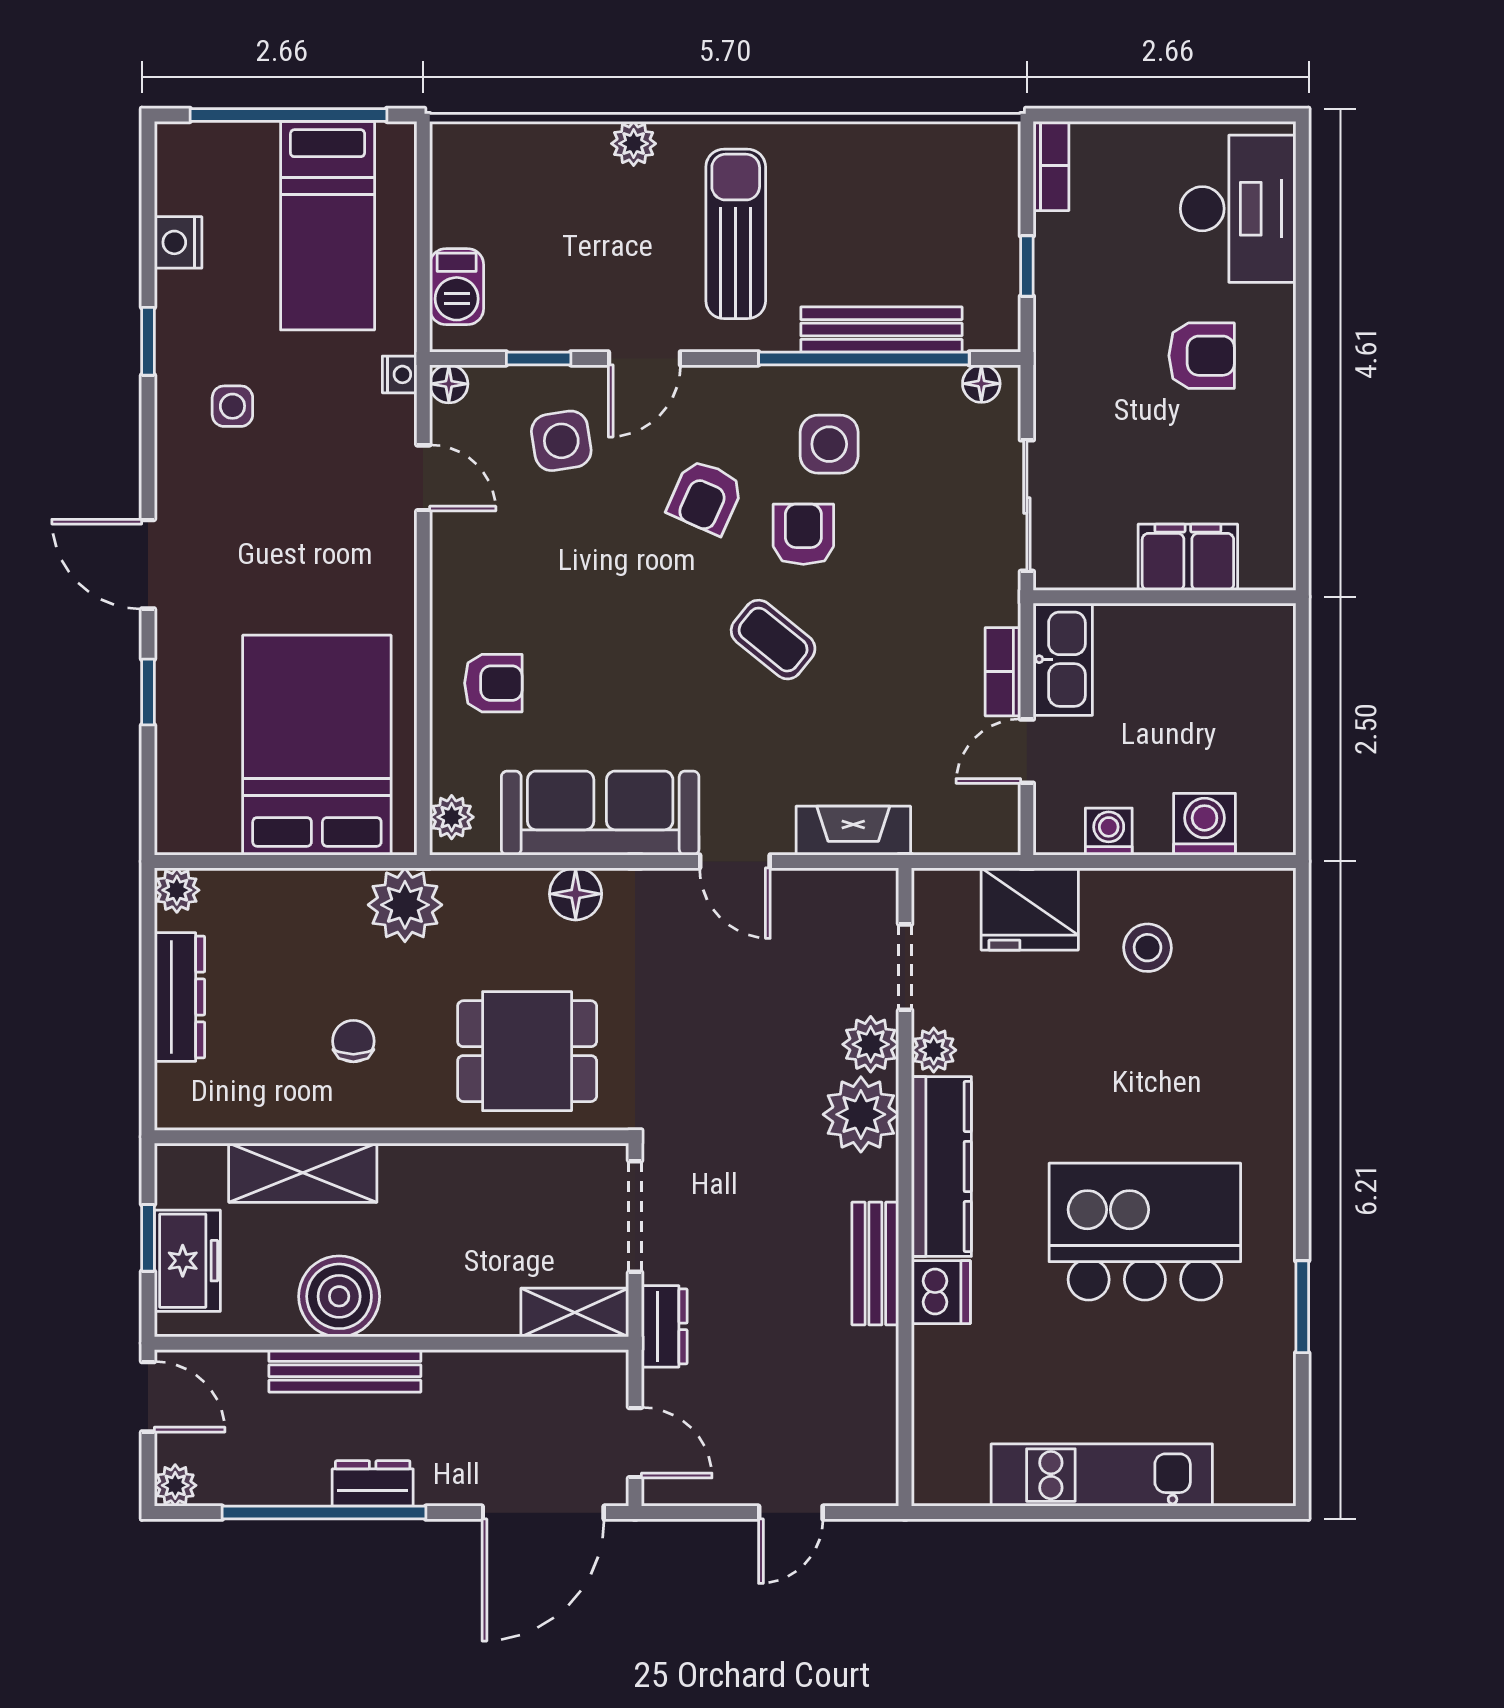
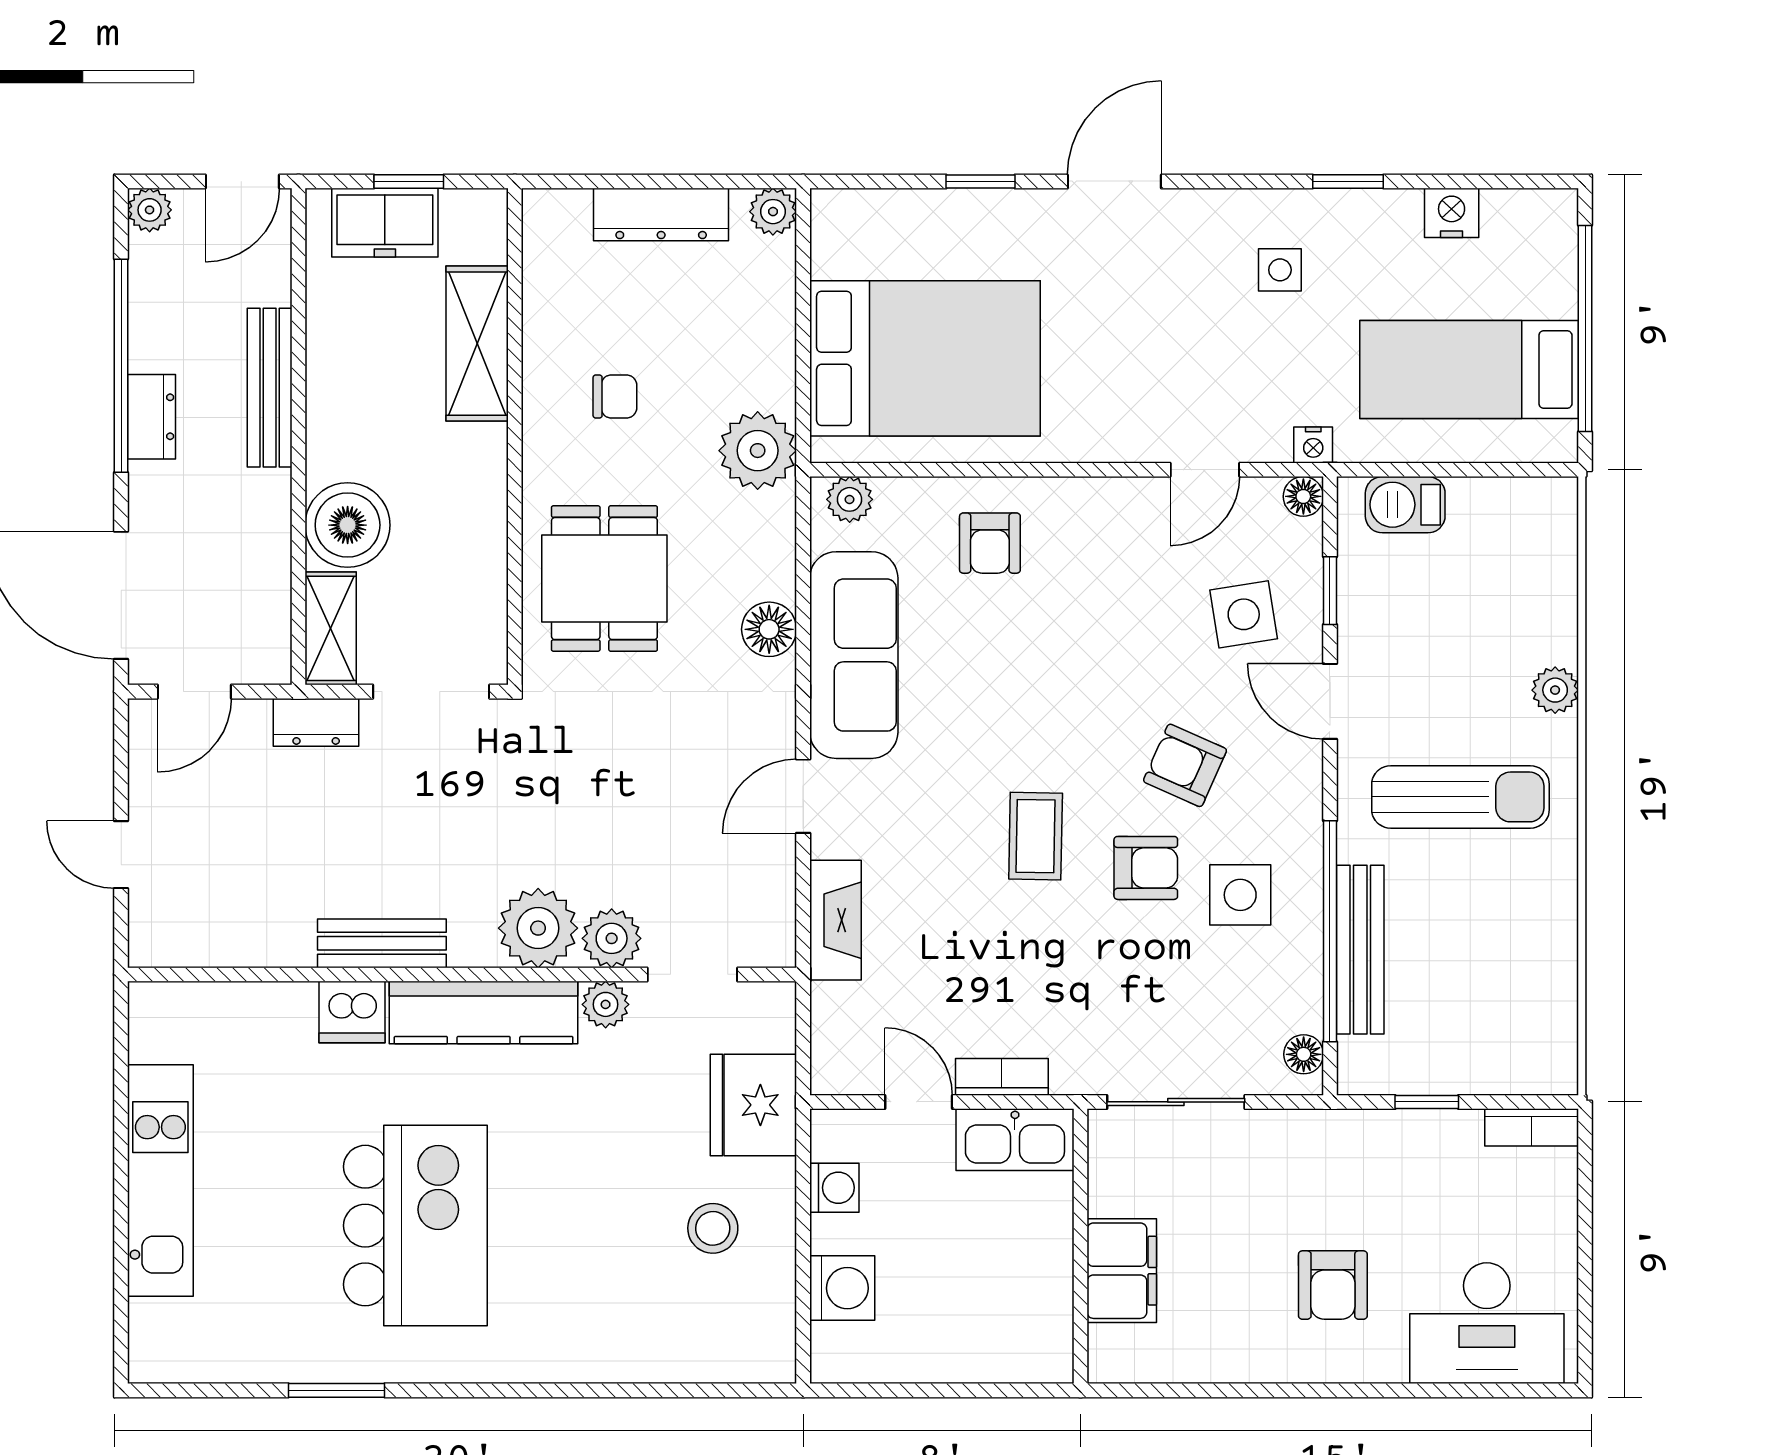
coffee table: (773, 640) -> (1036, 836), turned -38
boiler: (339, 1296) -> (348, 525), moved

